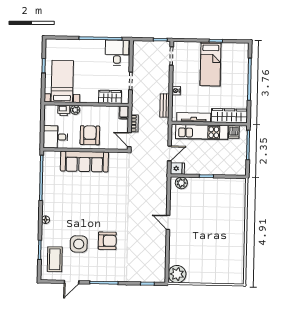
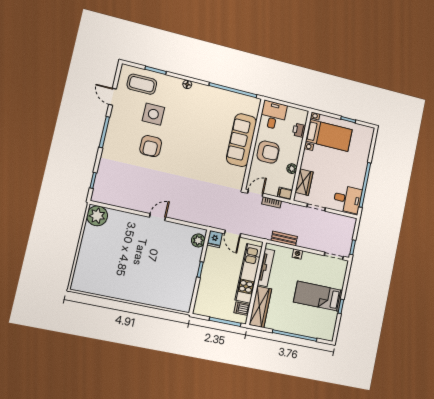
plant: (75, 110) -> (292, 169), moved

